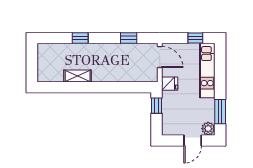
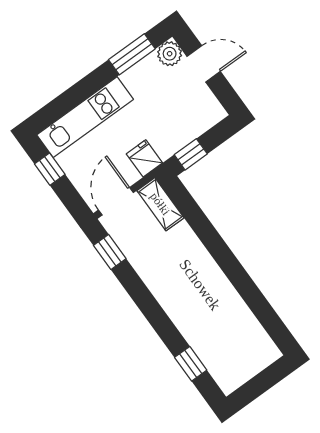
window: (80, 38) -> (191, 364), moved
window: (129, 38) -> (110, 252), moved
shelving: (78, 76) -> (160, 204), moved

